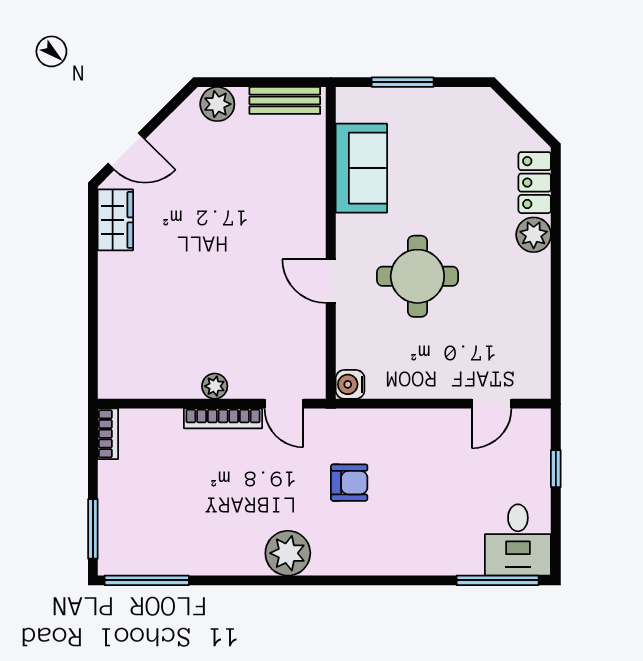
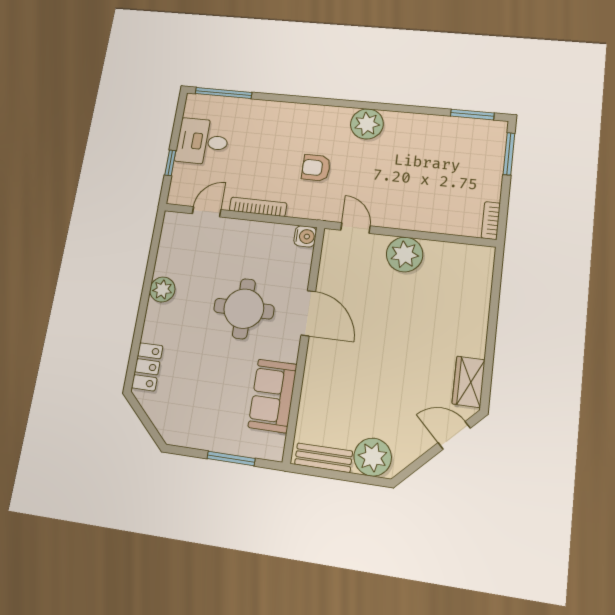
plant: (217, 104) -> (373, 457), width x1.36, depth x1.36
plant: (534, 235) -> (162, 290), moved
door: (331, 281) -> (308, 313), width x1.38
plant: (215, 386) -> (405, 254), width x1.87, depth x1.87
bookcase: (223, 418) -> (258, 207), moved
desk: (518, 540) -> (202, 142), moved, turned -90
window: (147, 580) -> (472, 115), width x0.69

